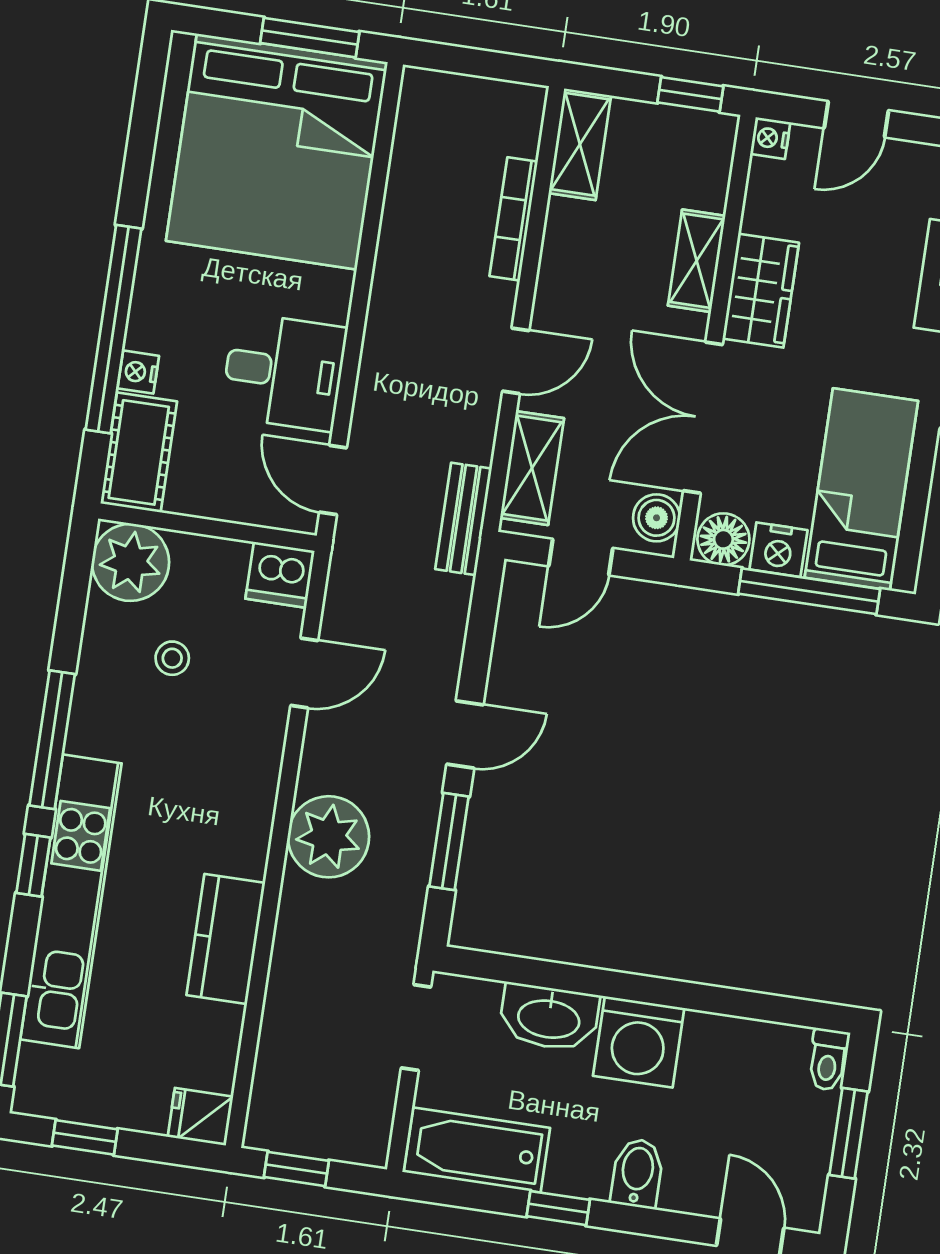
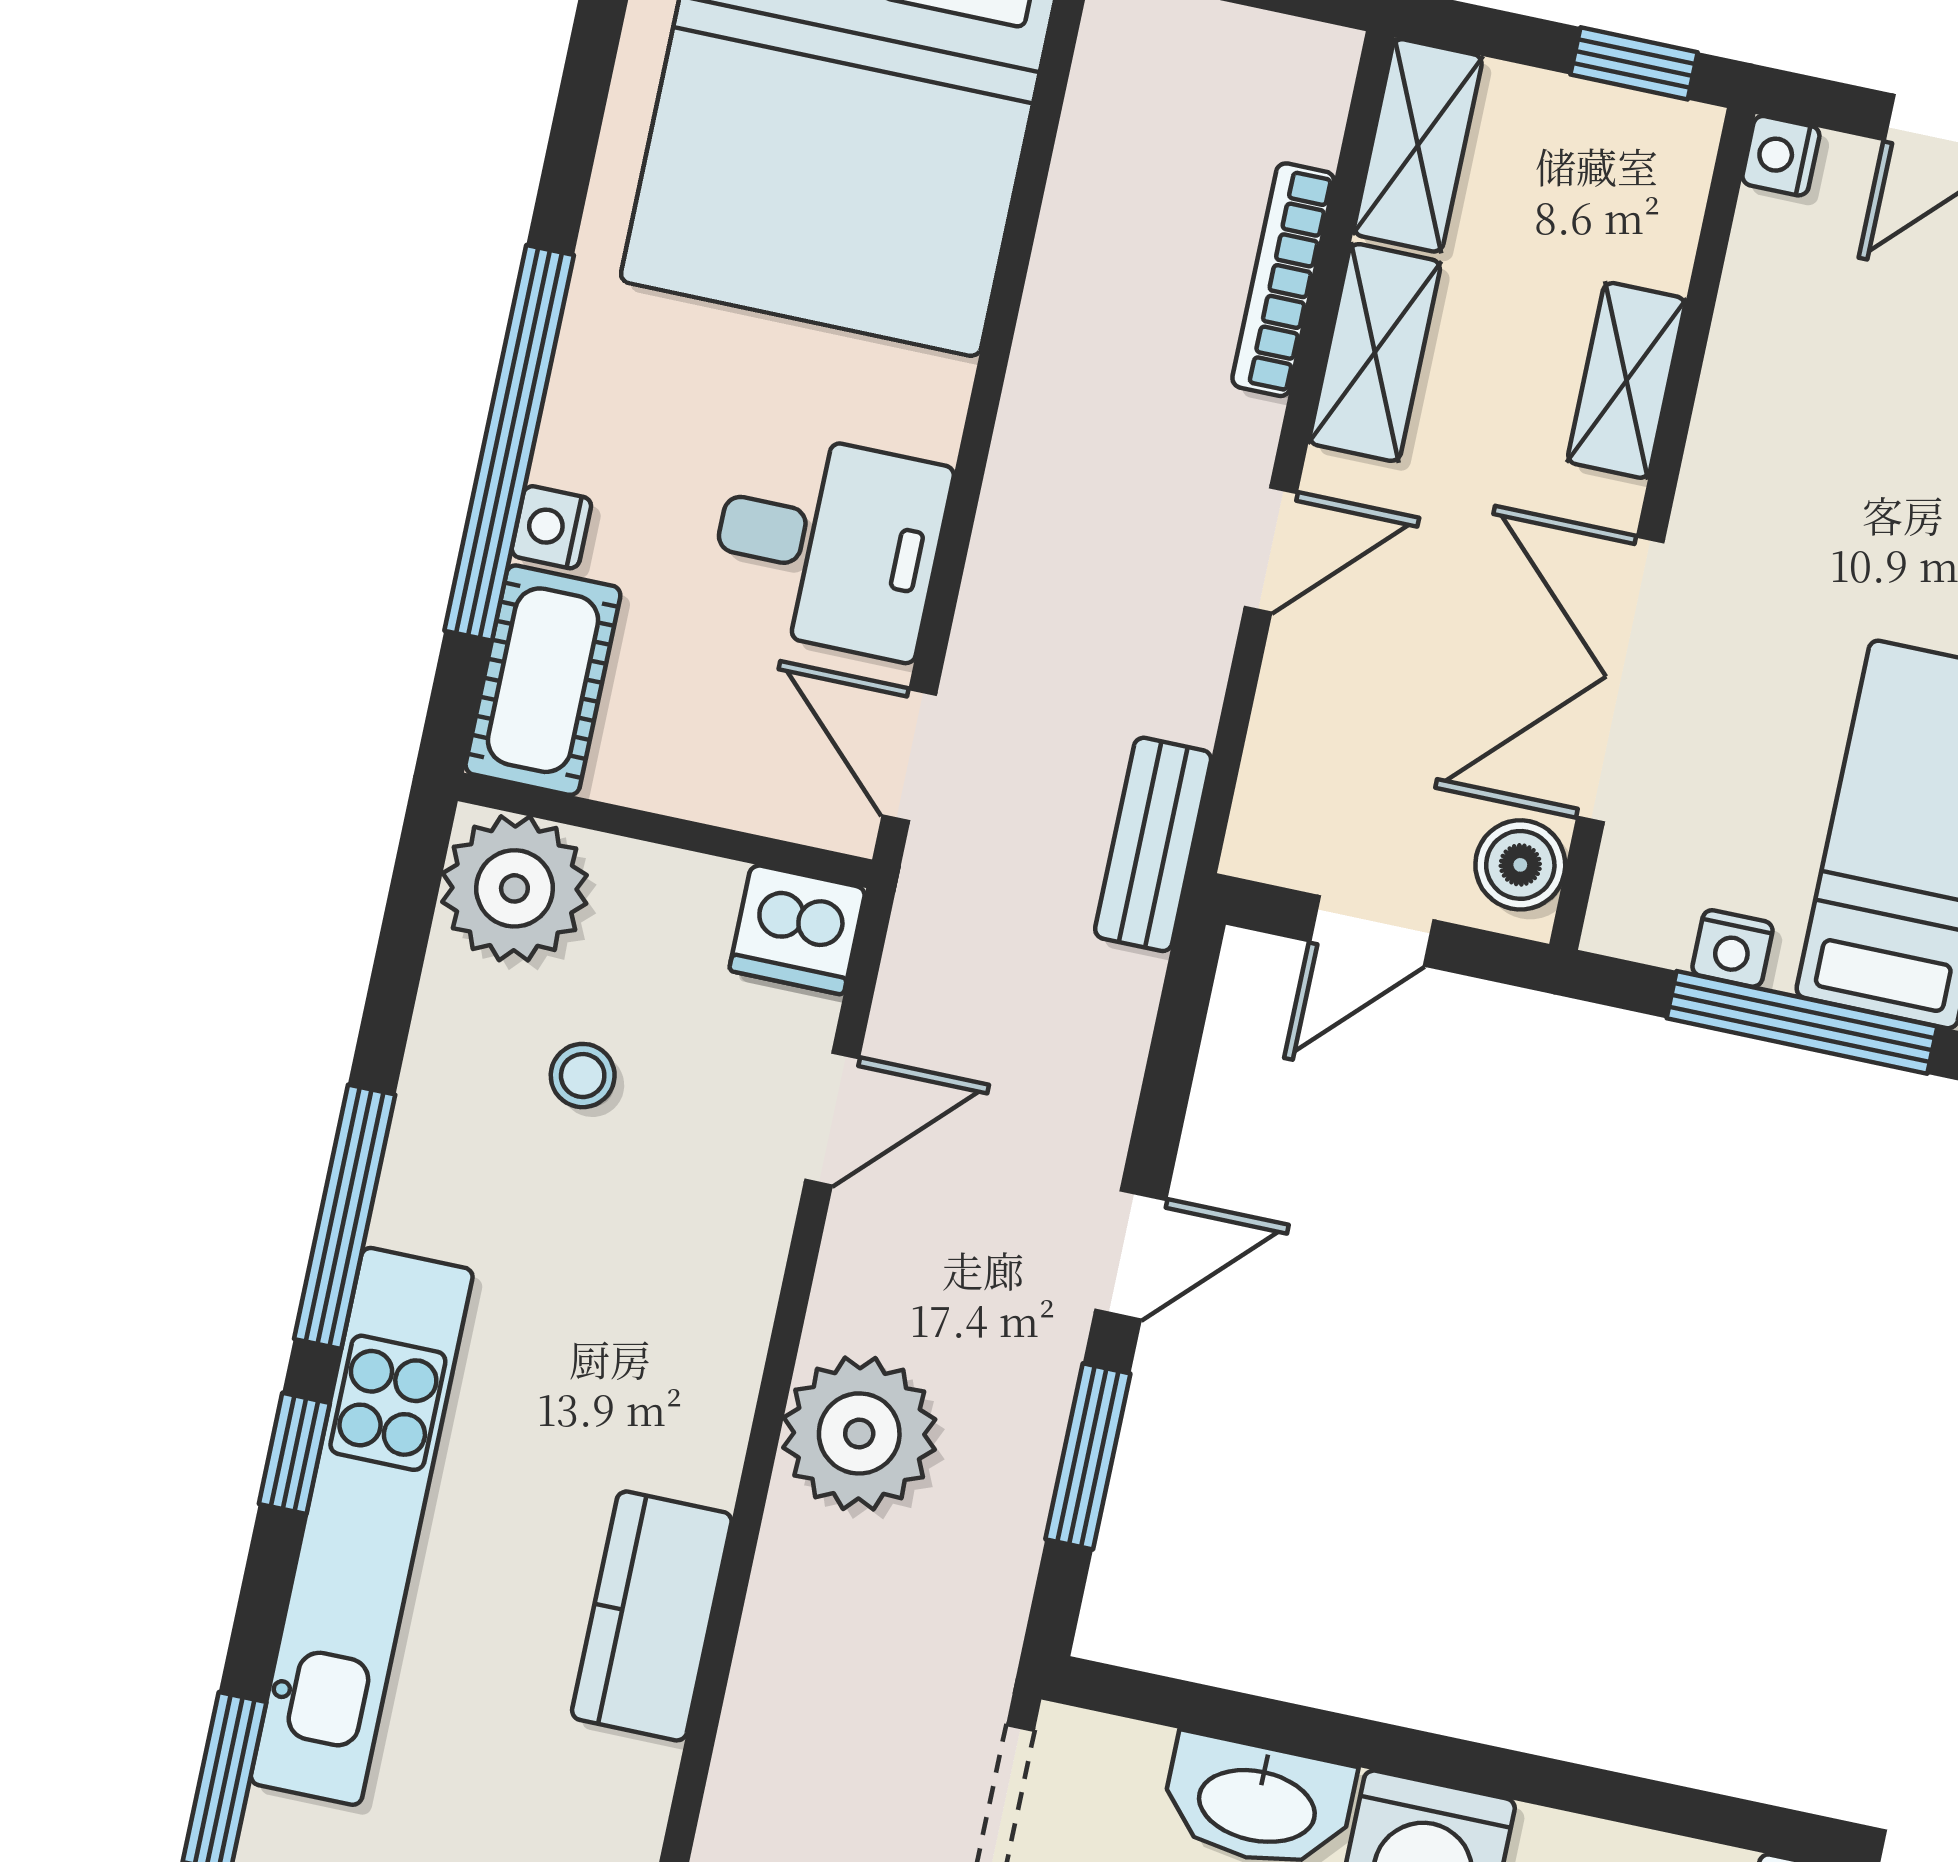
wardrobe: (761, 291) -> (1745, 445), removed
shelving: (532, 468) -> (1375, 352), moved
floor lamp: (723, 539) -> (1645, 914), removed
nightstand: (778, 550) -> (1732, 948), width x0.72, depth x0.74

